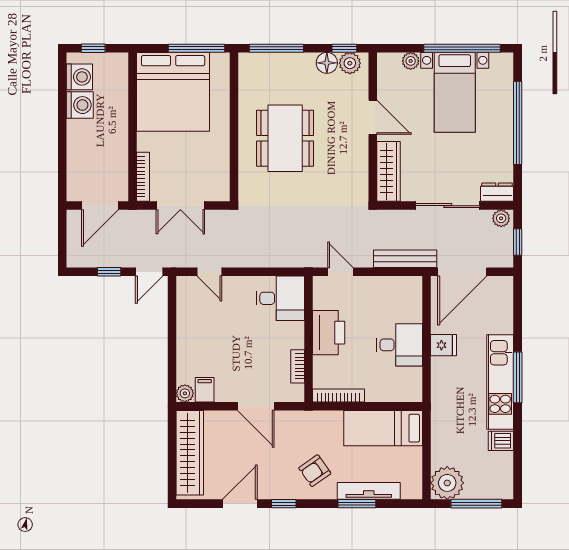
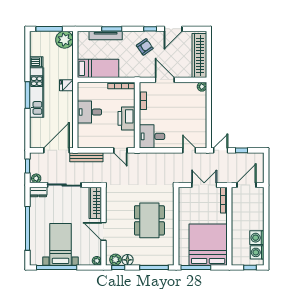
plant: (411, 61) -> (97, 261), moved
fridge: (443, 345) -> (66, 85), moved
filing cabinet: (205, 390) -> (192, 89), removed
armchair: (315, 471) -> (145, 47), moved

